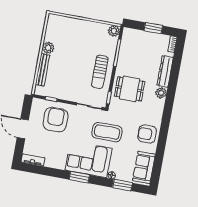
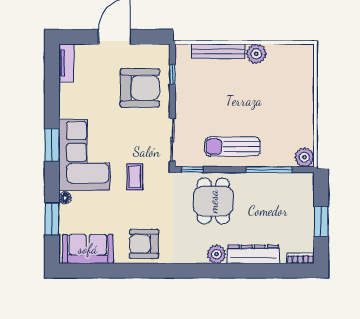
coffee table: (107, 132) -> (135, 177), width x0.54, depth x0.58
armchair: (147, 134) -> (144, 244), turned -90

